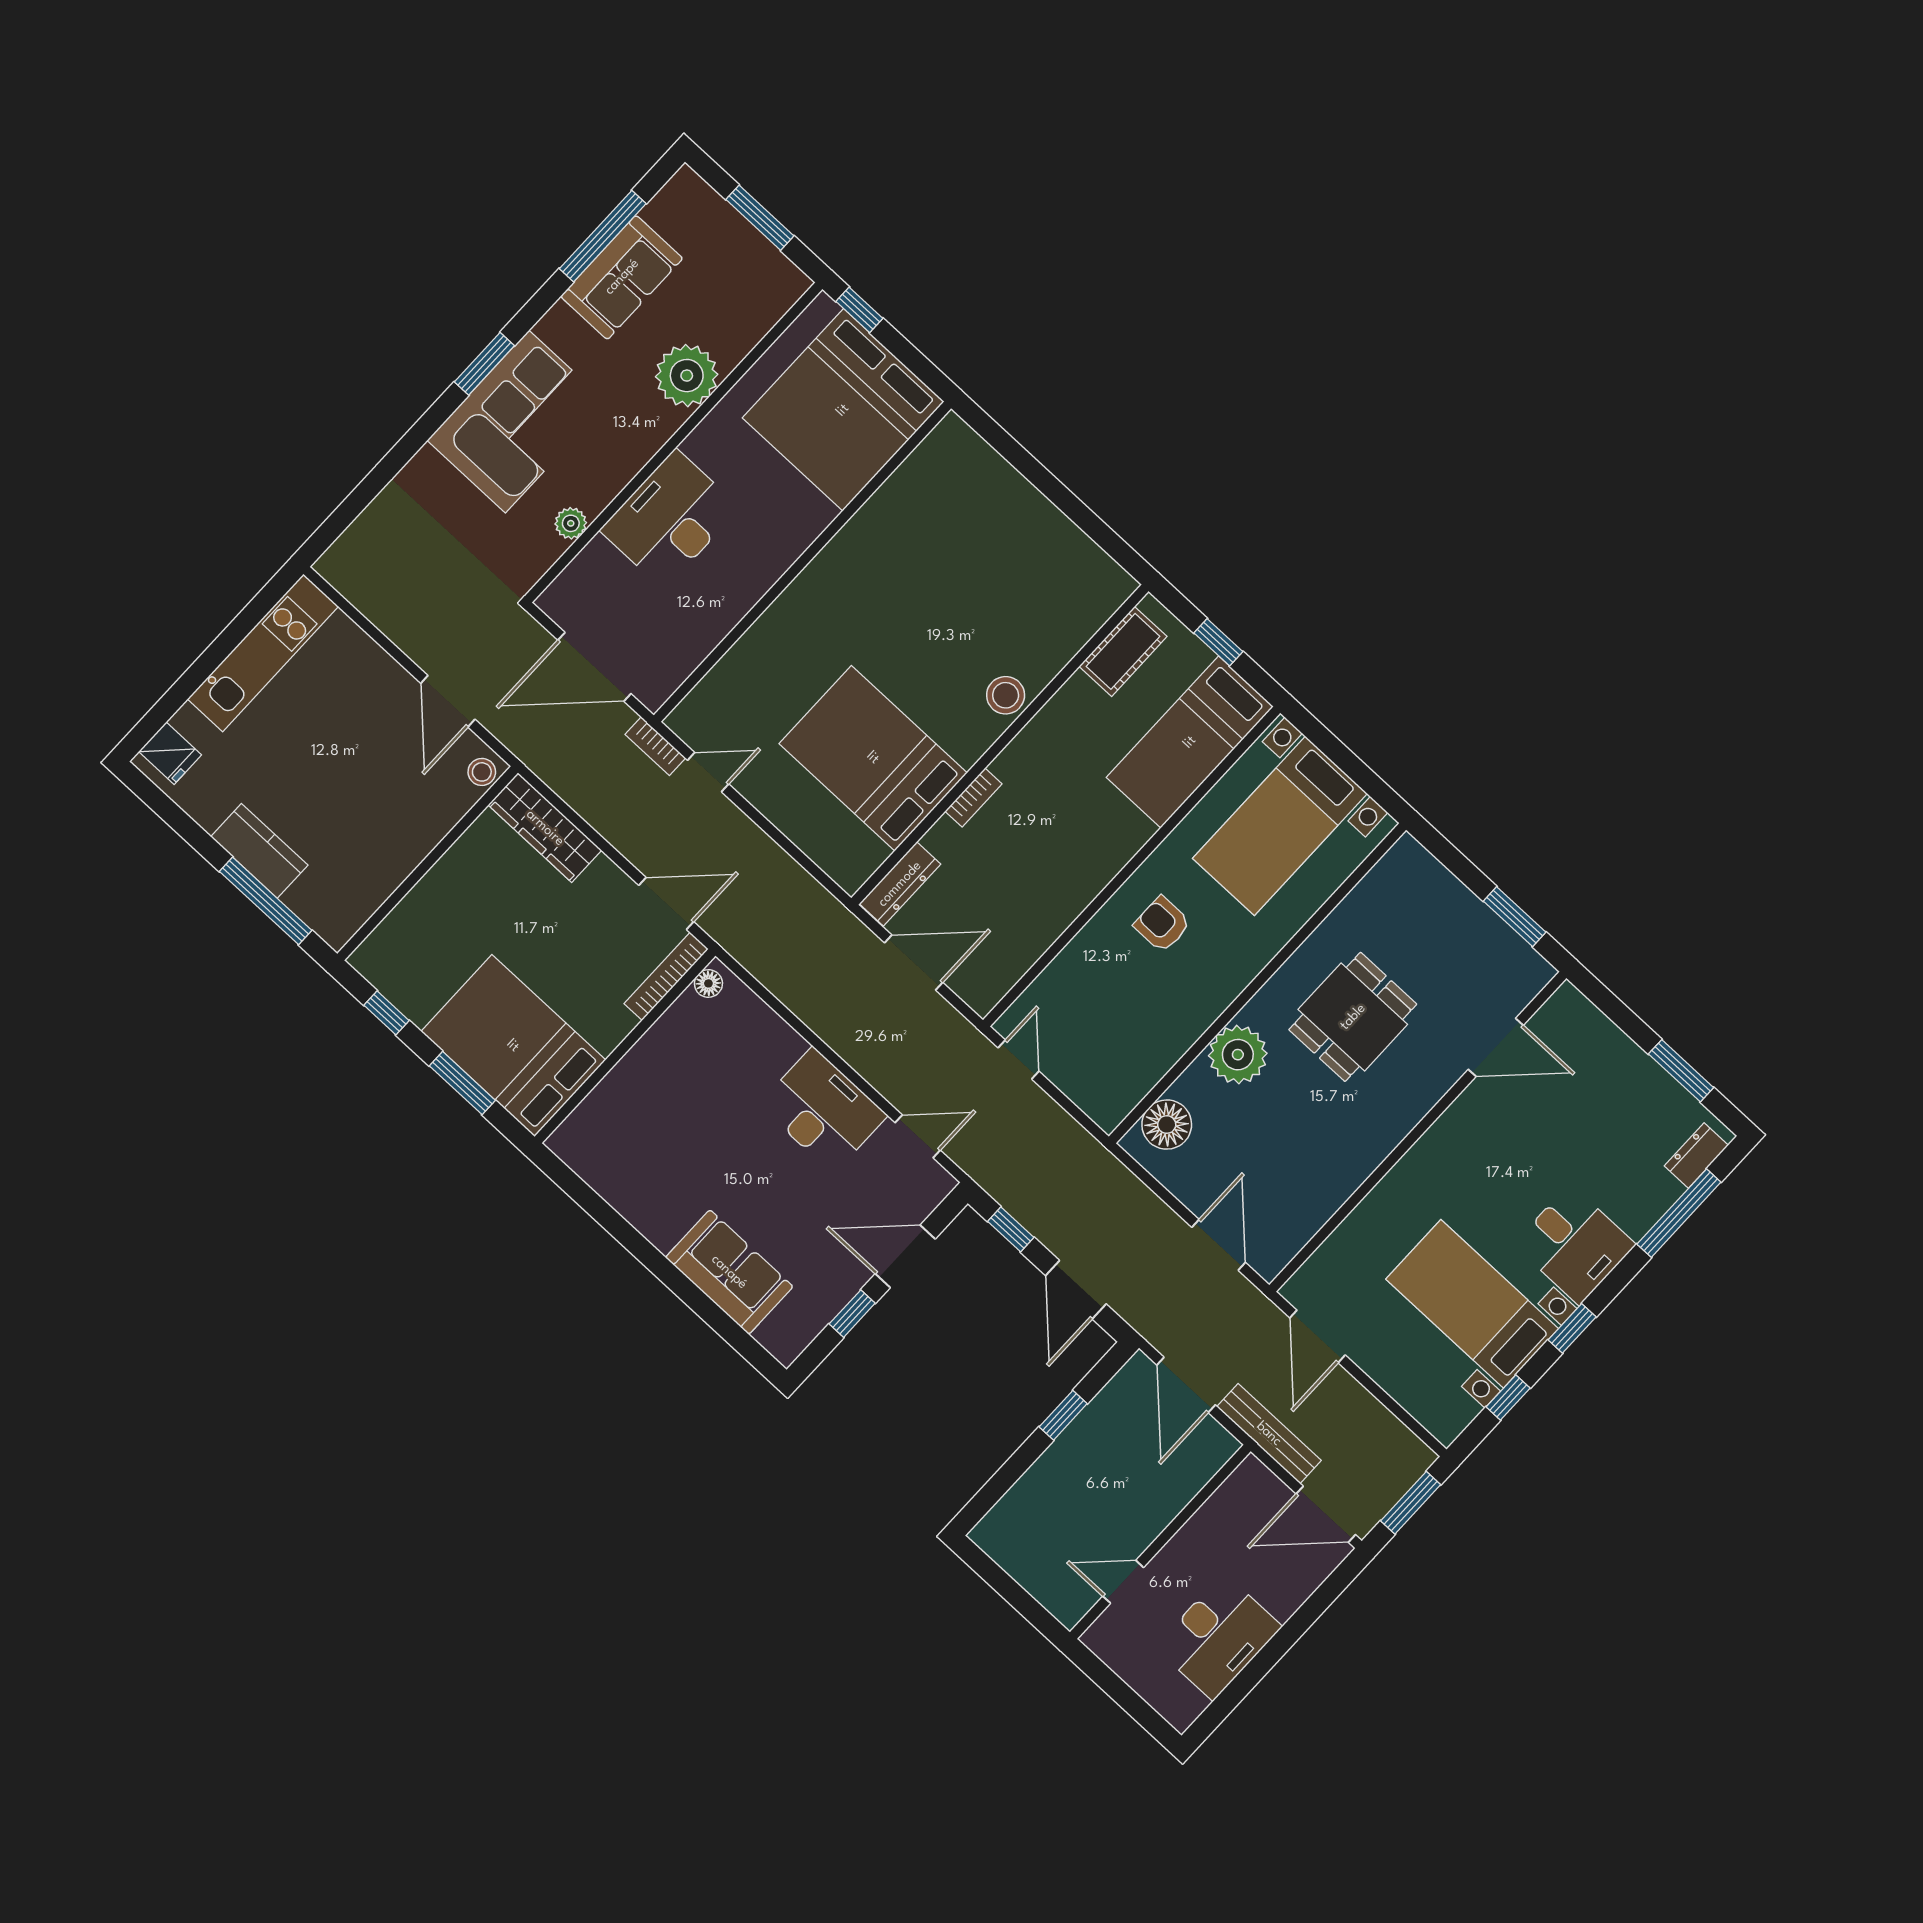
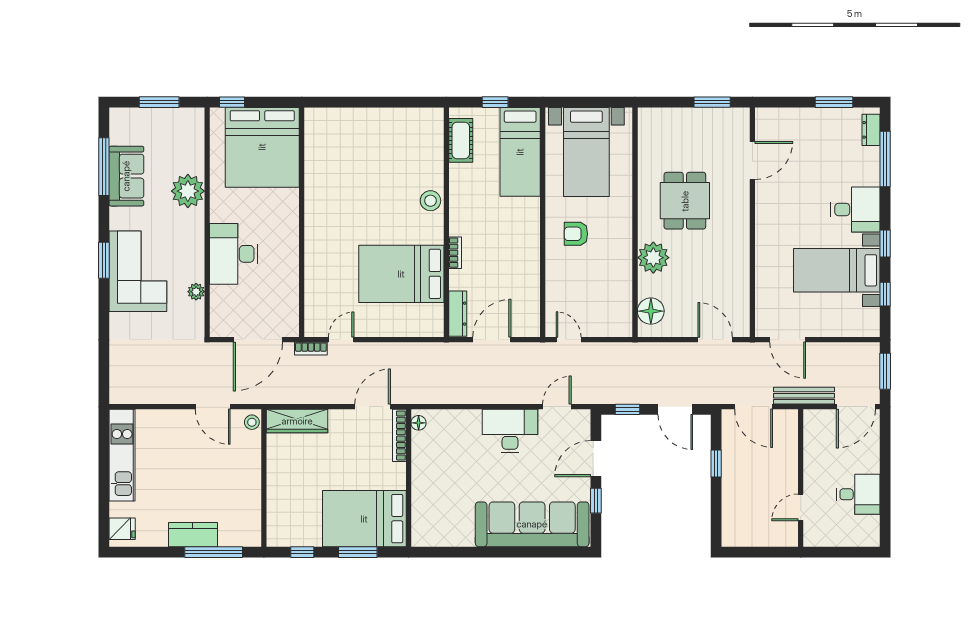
sofa: (729, 1272) -> (532, 524), width x1.85, depth x1.27
desk: (1218, 1637) -> (858, 494), width x0.73

